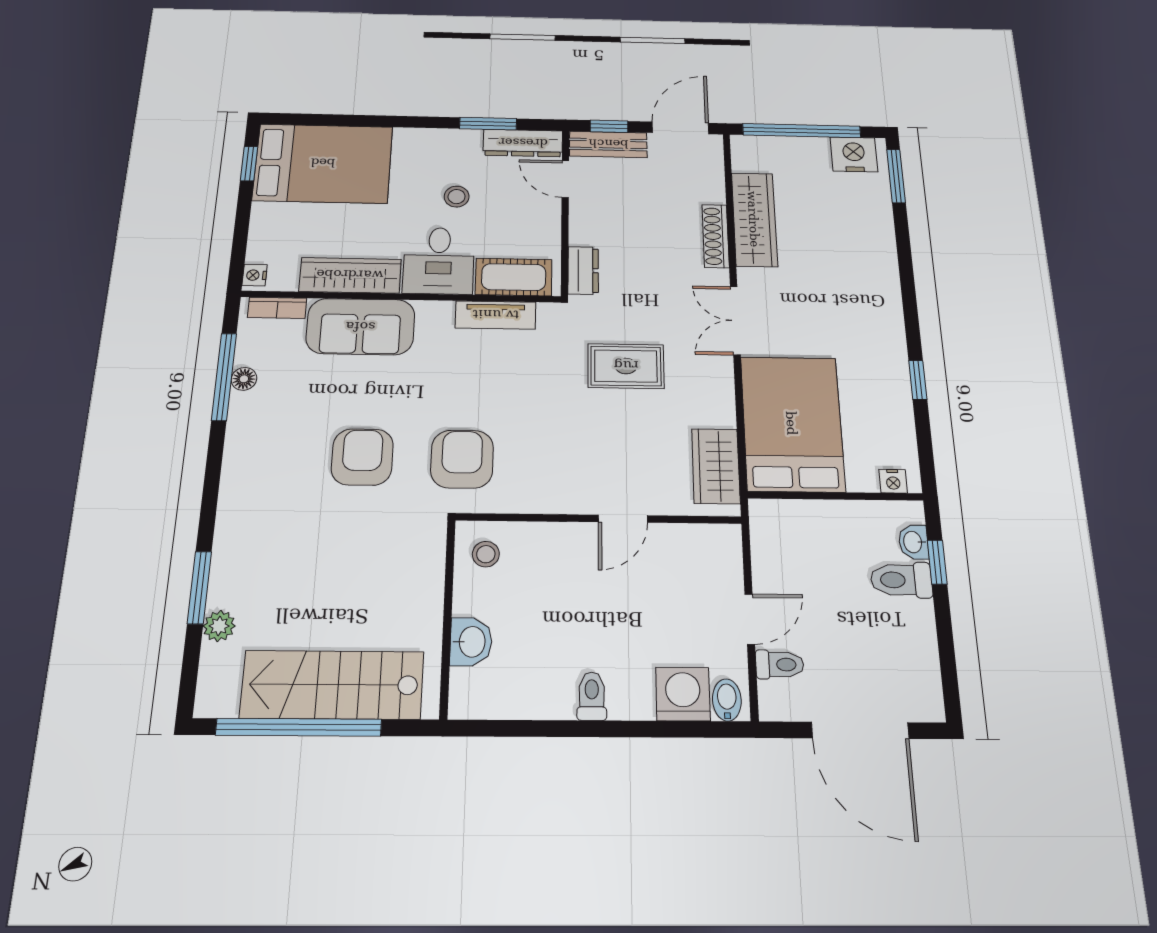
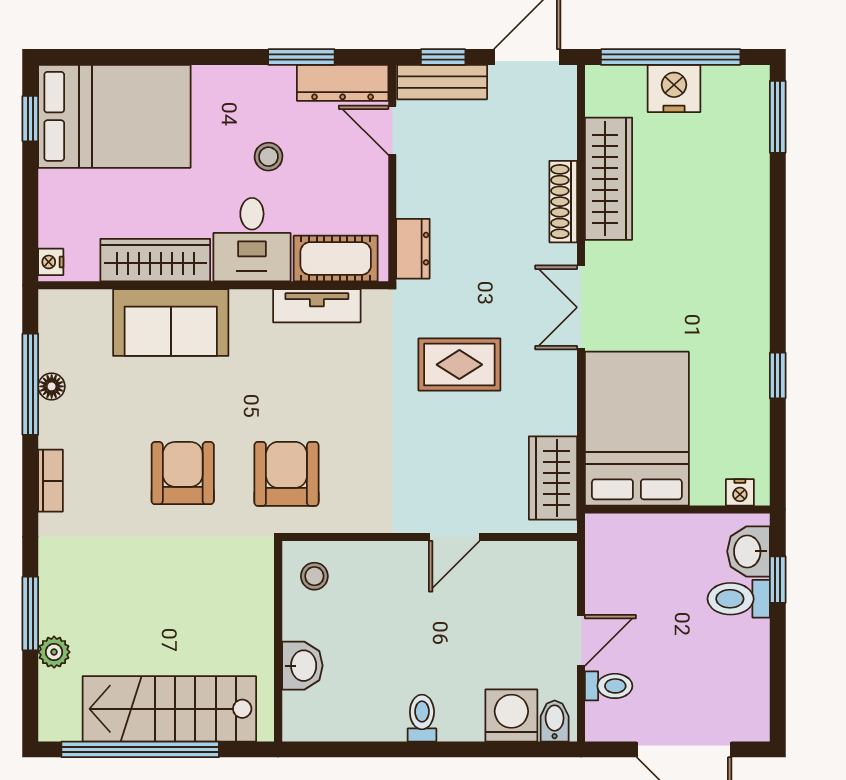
nightstand: (854, 154) -> (674, 89), moved
bookcase: (277, 308) -> (51, 481), moved, turned -90
washbasin: (913, 542) -> (749, 551), width x1.38, depth x1.45

